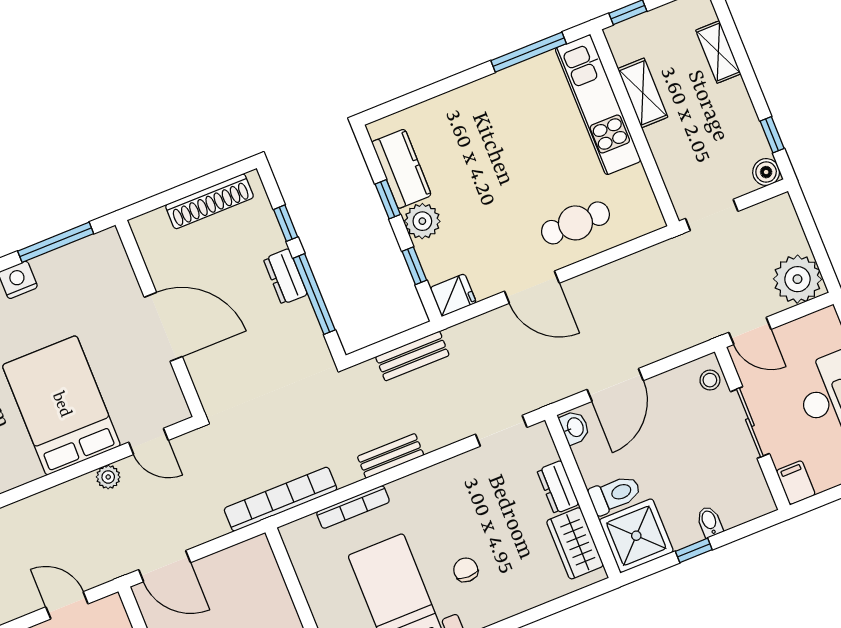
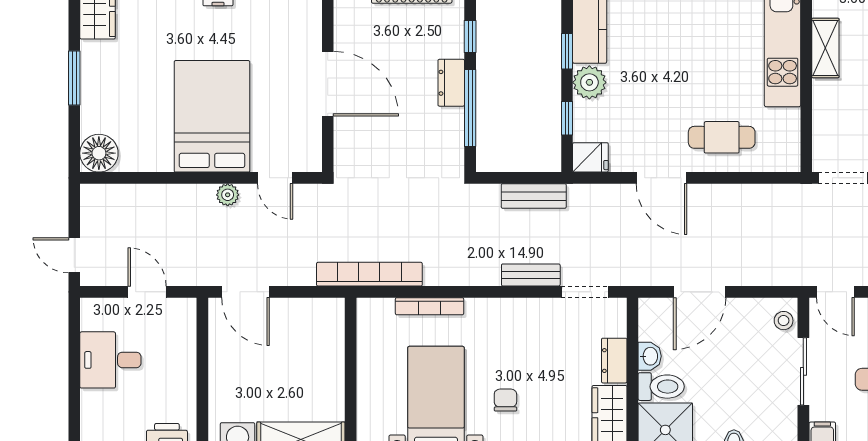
washbasin: (575, 427) -> (650, 356), moved
bench: (391, 456) -> (531, 275), moved

